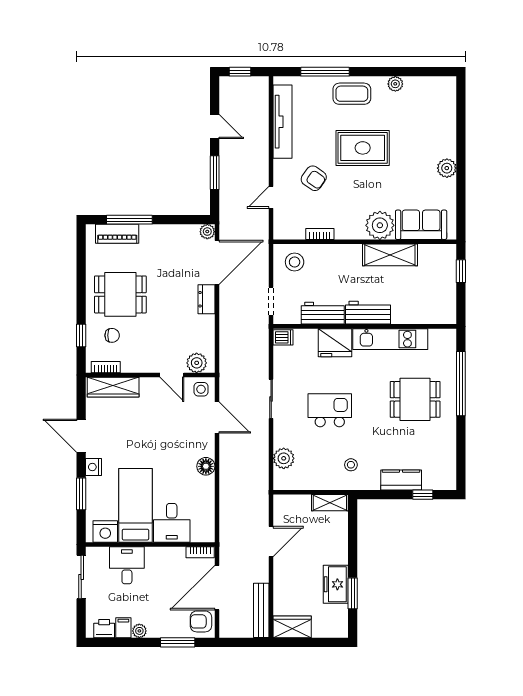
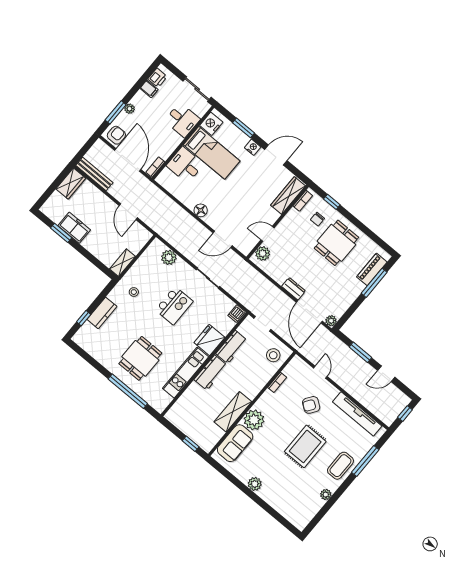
side table: (201, 389) -> (246, 244), removed
plant: (139, 631) -> (130, 109), moved

